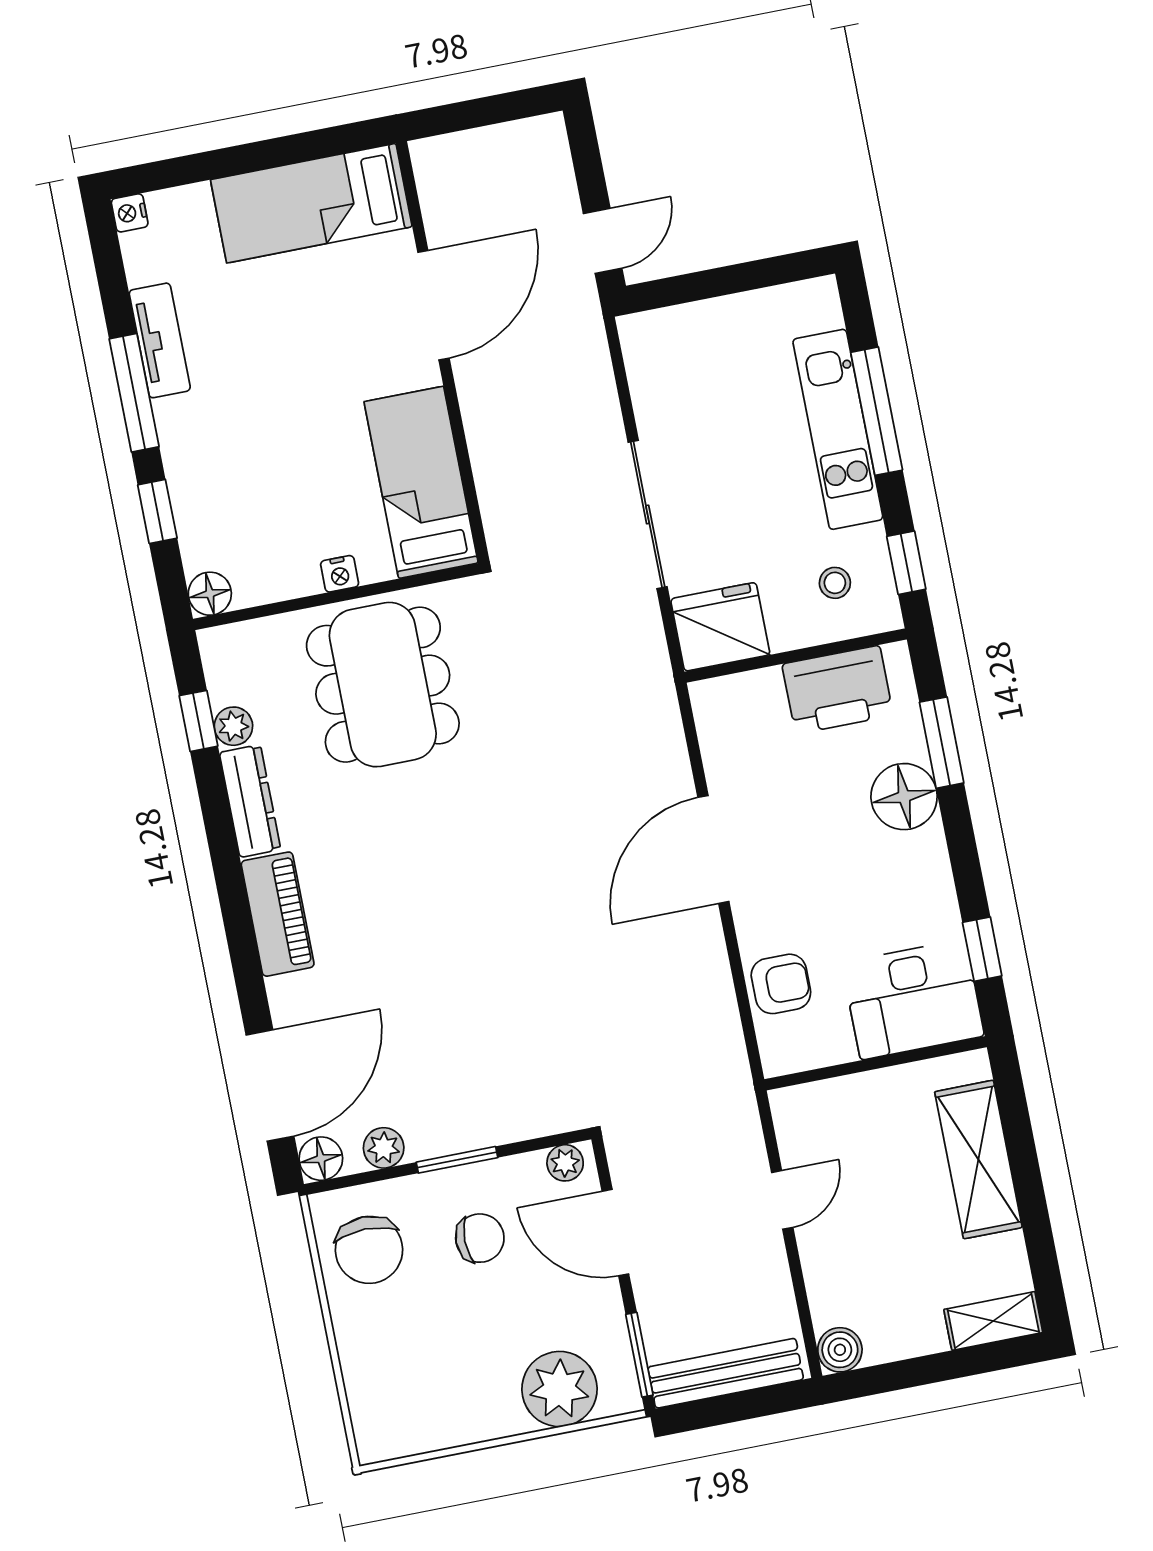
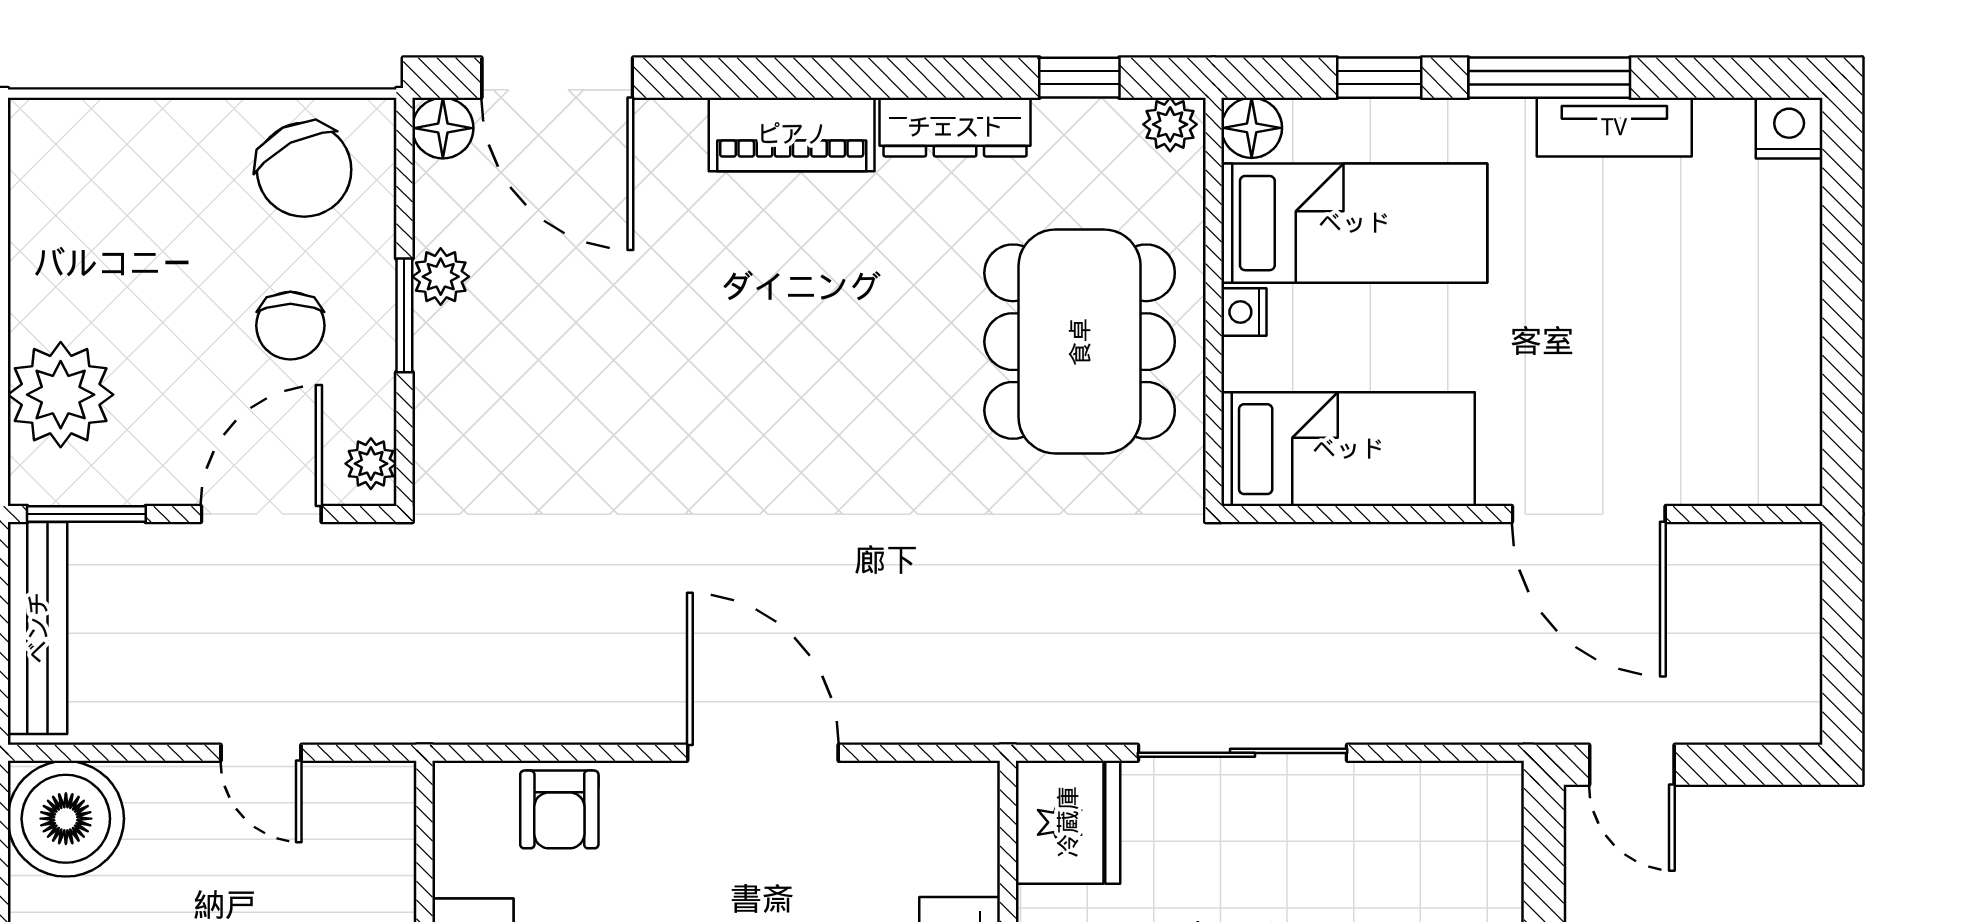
bed: (311, 203) -> (1354, 223), moved, turned 90
nightstand: (130, 213) -> (1789, 128), width x1.39, depth x1.35
dining table: (383, 685) -> (1080, 342), turned 90
plant: (233, 726) -> (1170, 124), moved
plant: (384, 1148) -> (441, 277), moved
chair: (369, 1250) -> (304, 170), turned -117
boiler: (840, 1350) -> (66, 819), width x1.86, depth x1.86

